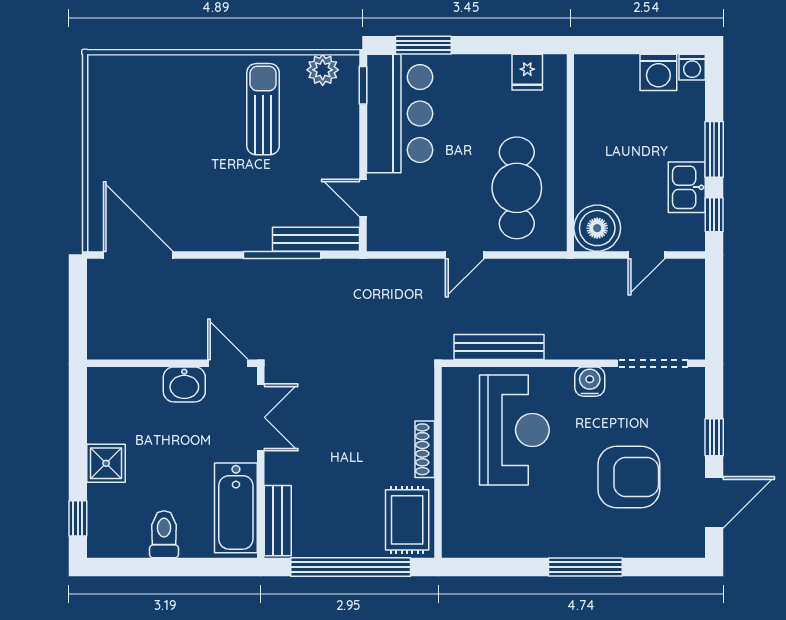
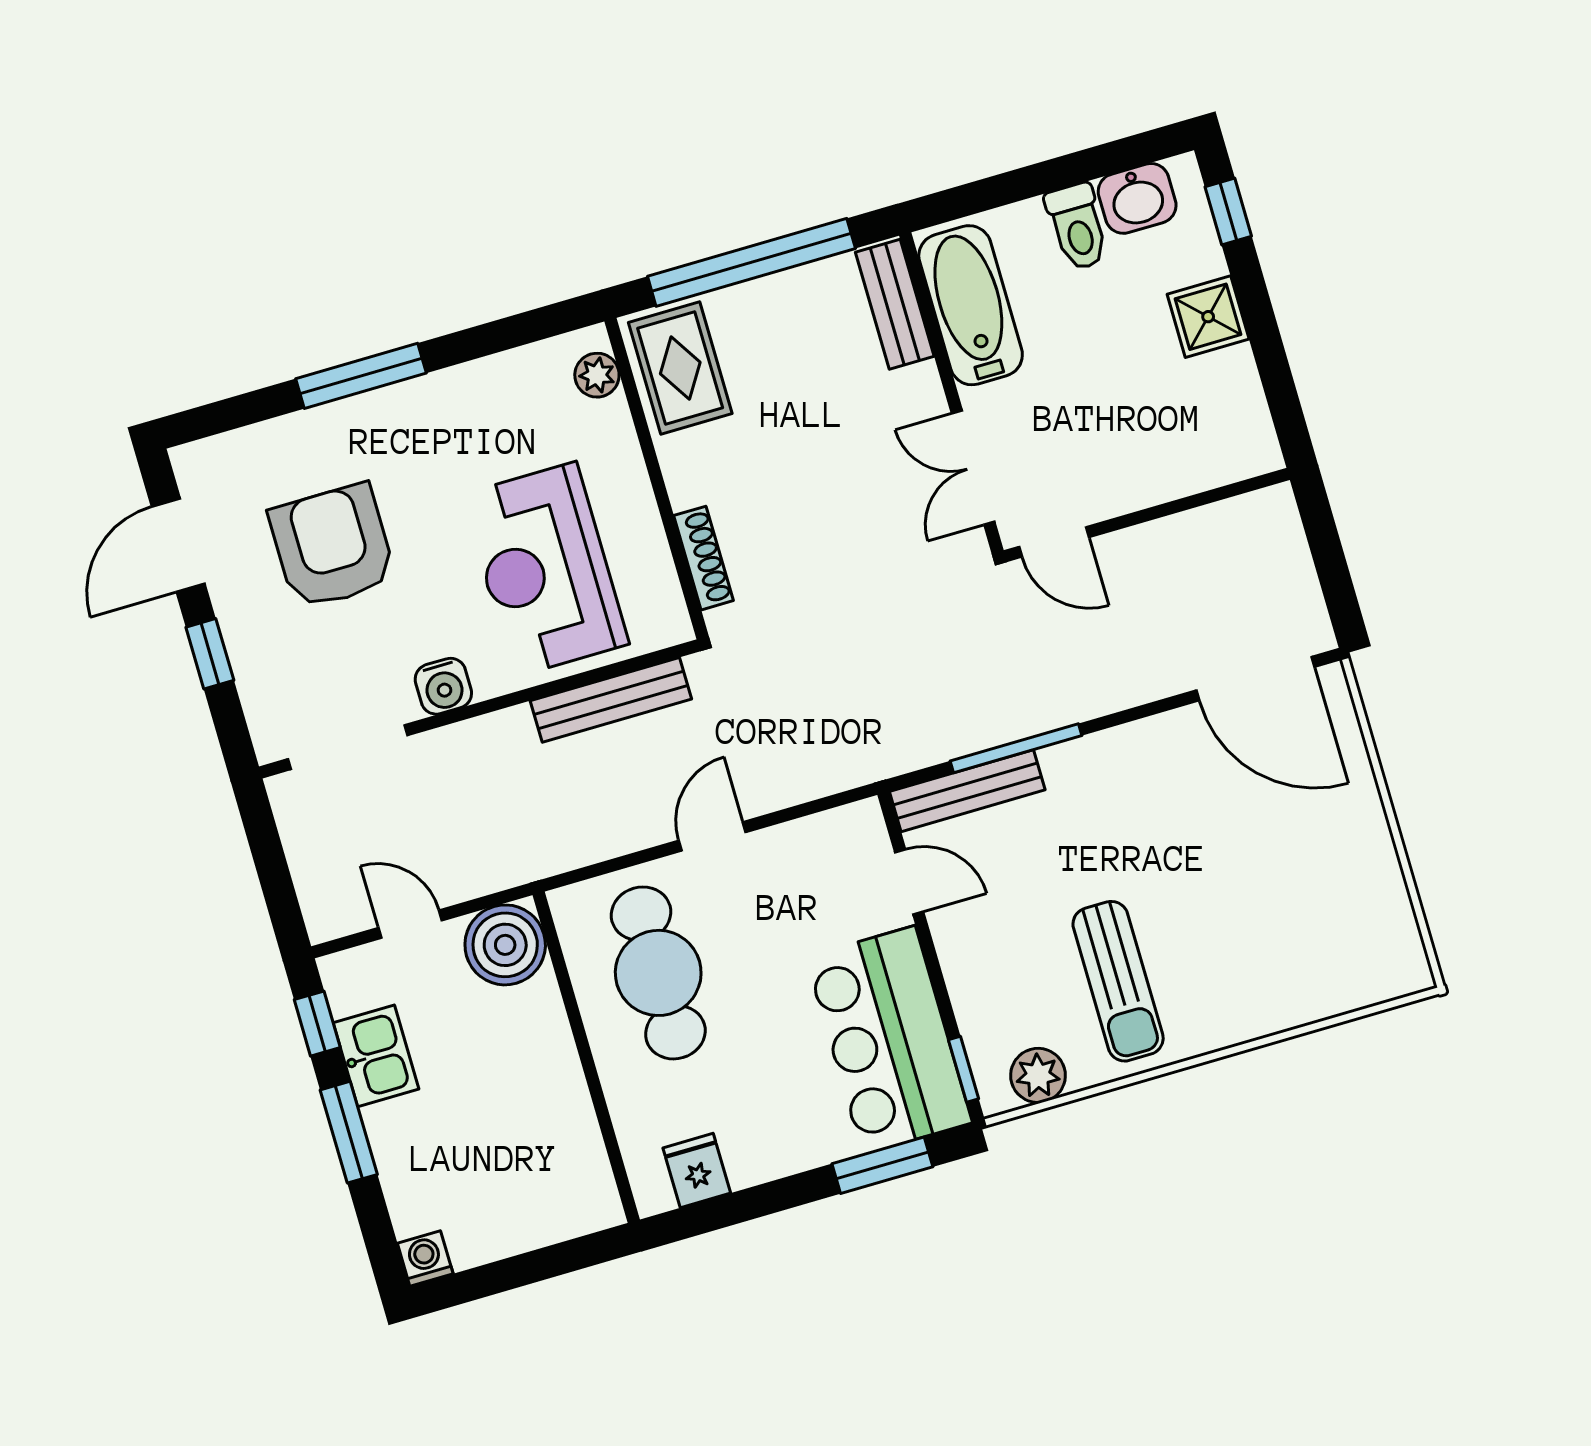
washing machine: (658, 72) -> (479, 1233), removed
door: (647, 255) -> (410, 924), hinge flipped
washbasin: (184, 384) -> (1137, 198), moved, turned 180
shoe rack: (425, 449) -> (704, 558), moved
armchair: (629, 477) -> (332, 546), turned 90
plant: (454, 529) -> (597, 375), added

